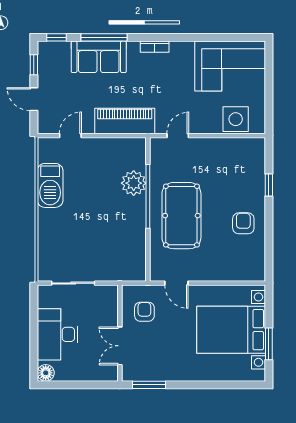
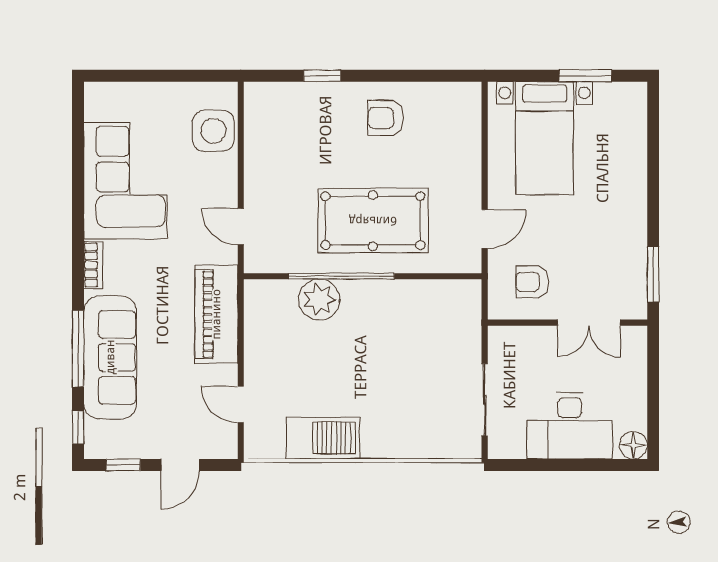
sofa: (99, 57) -> (110, 357), width x1.36
corner sofa: (230, 66) -> (125, 181), moved
bed with nightstands: (231, 330) -> (545, 138), width x0.73

